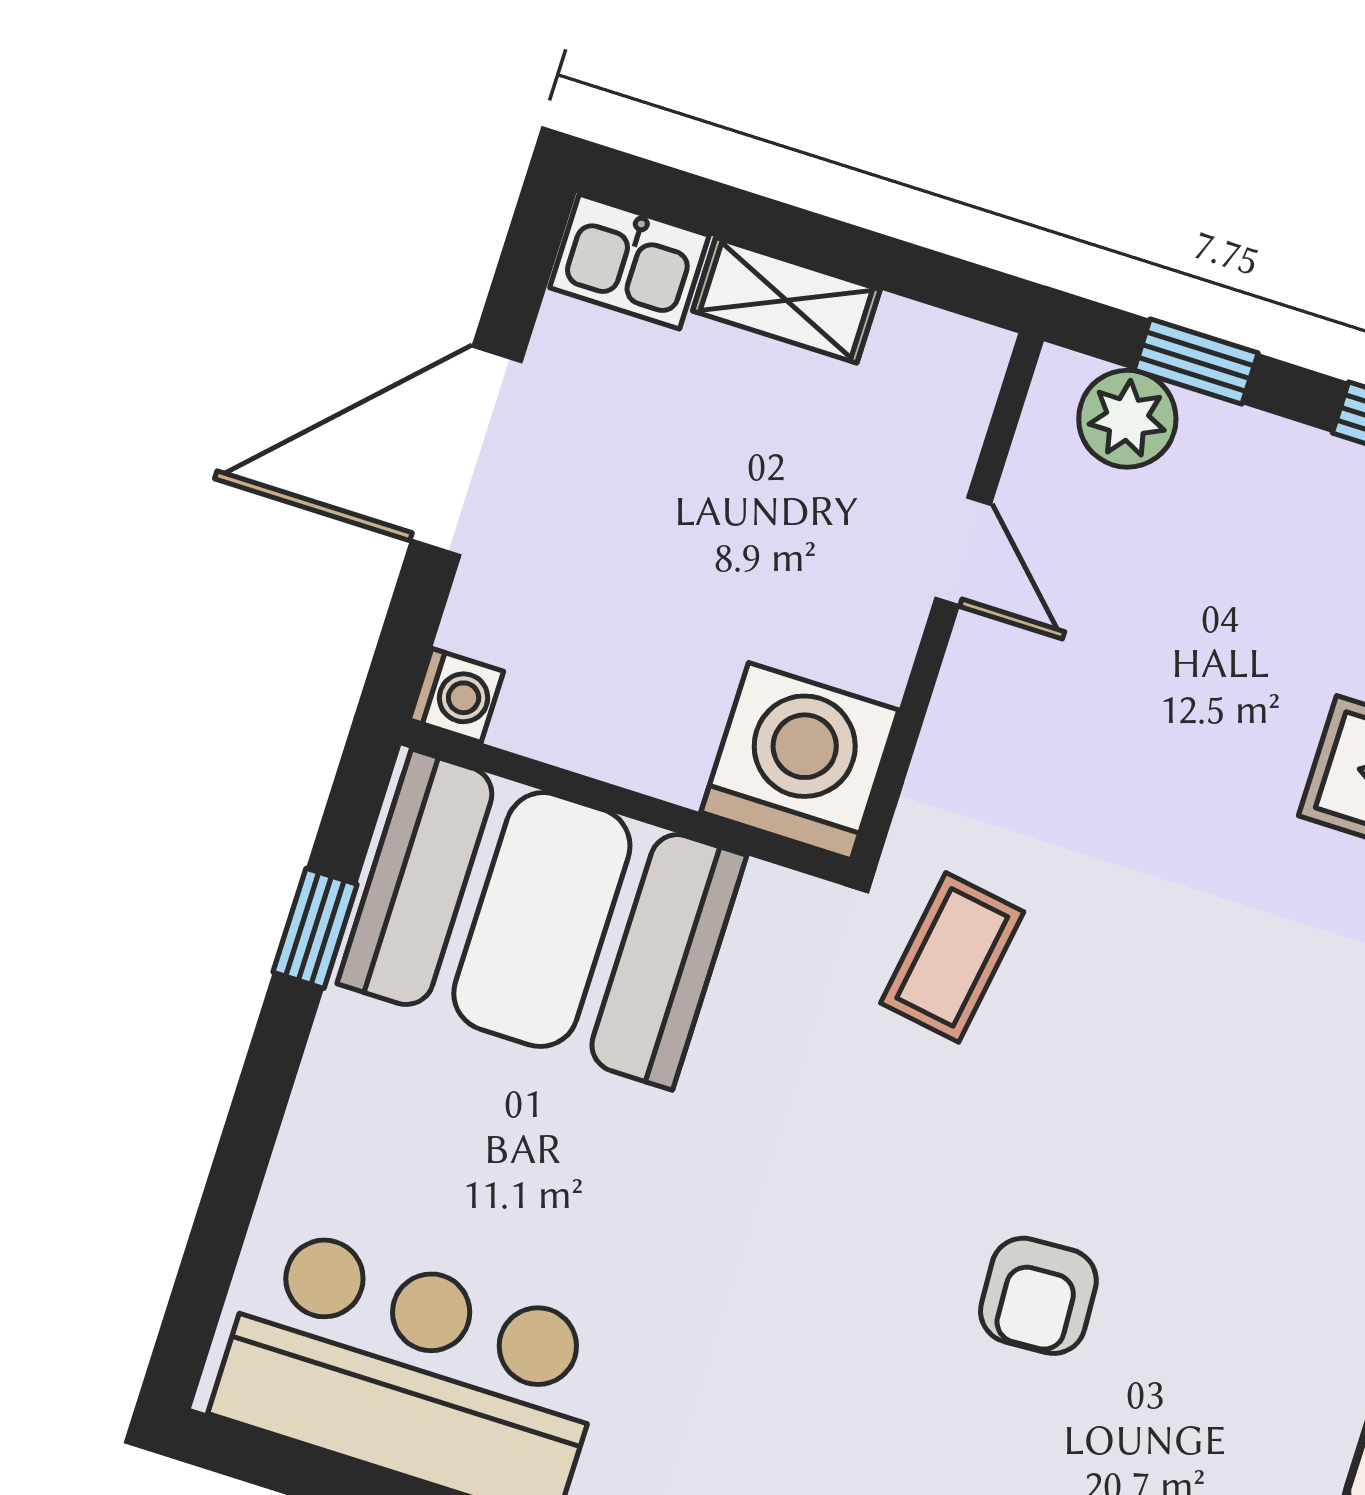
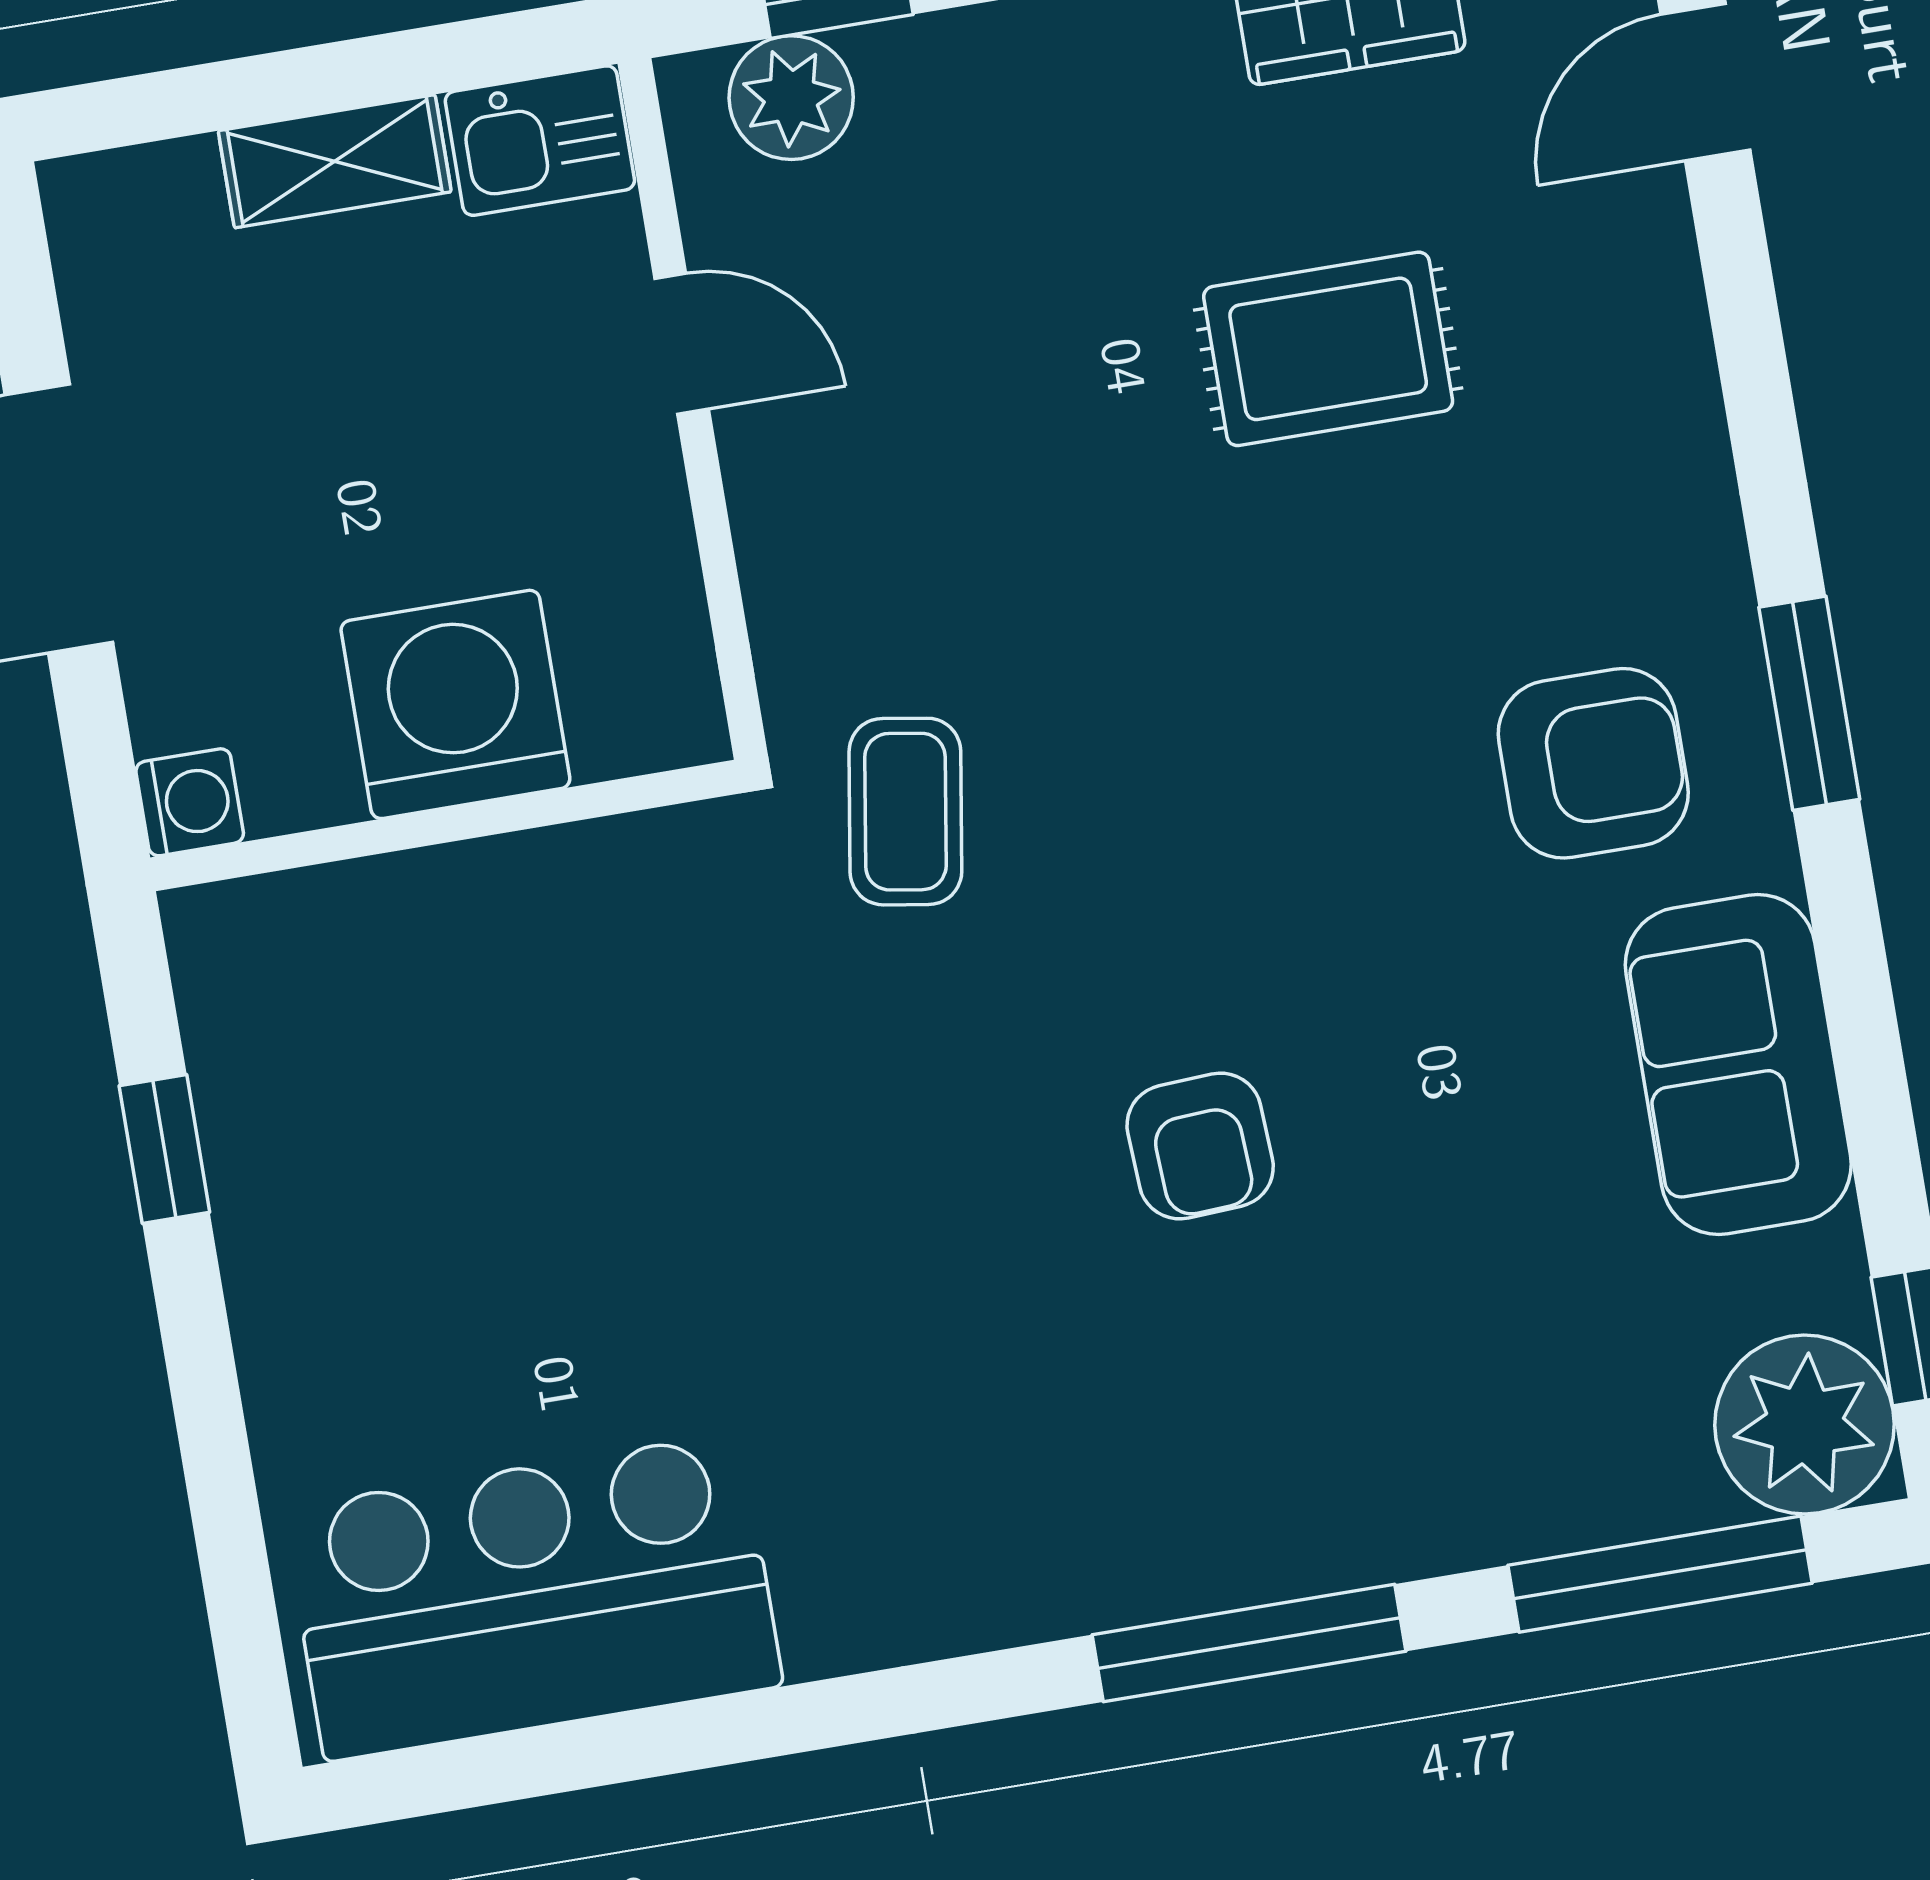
kitchen sink: (629, 262) -> (540, 141), moved
washing machine: (800, 761) -> (455, 704), moved
booth: (542, 920) -> (417, 1007), removed

